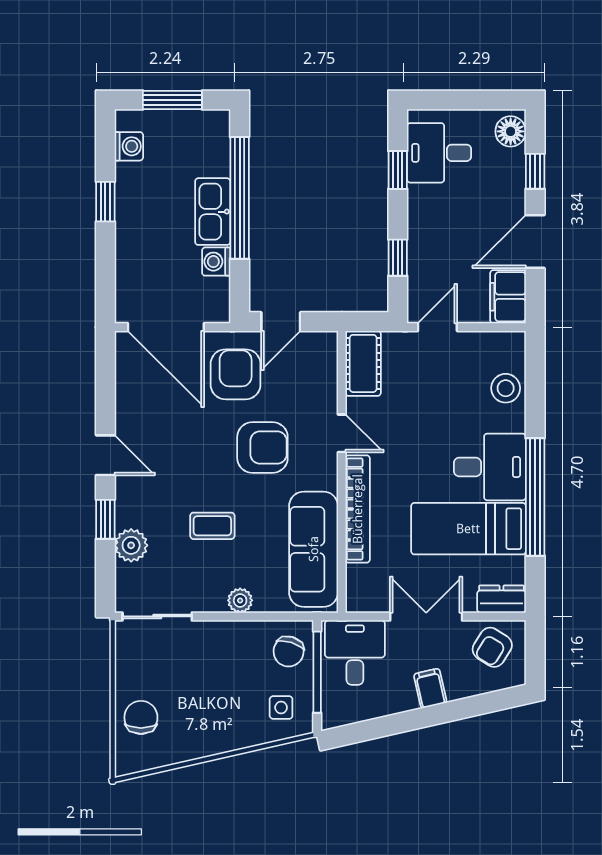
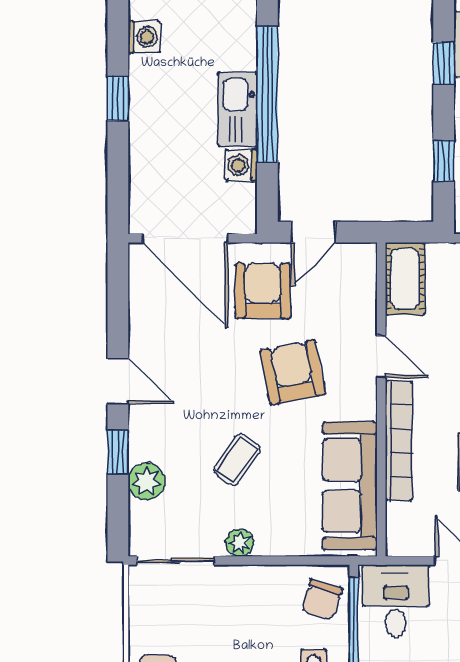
armchair: (262, 448) -> (293, 372), turned -101
coffee table: (212, 526) -> (237, 460), turned -55
plant: (240, 600) -> (240, 543), moved

